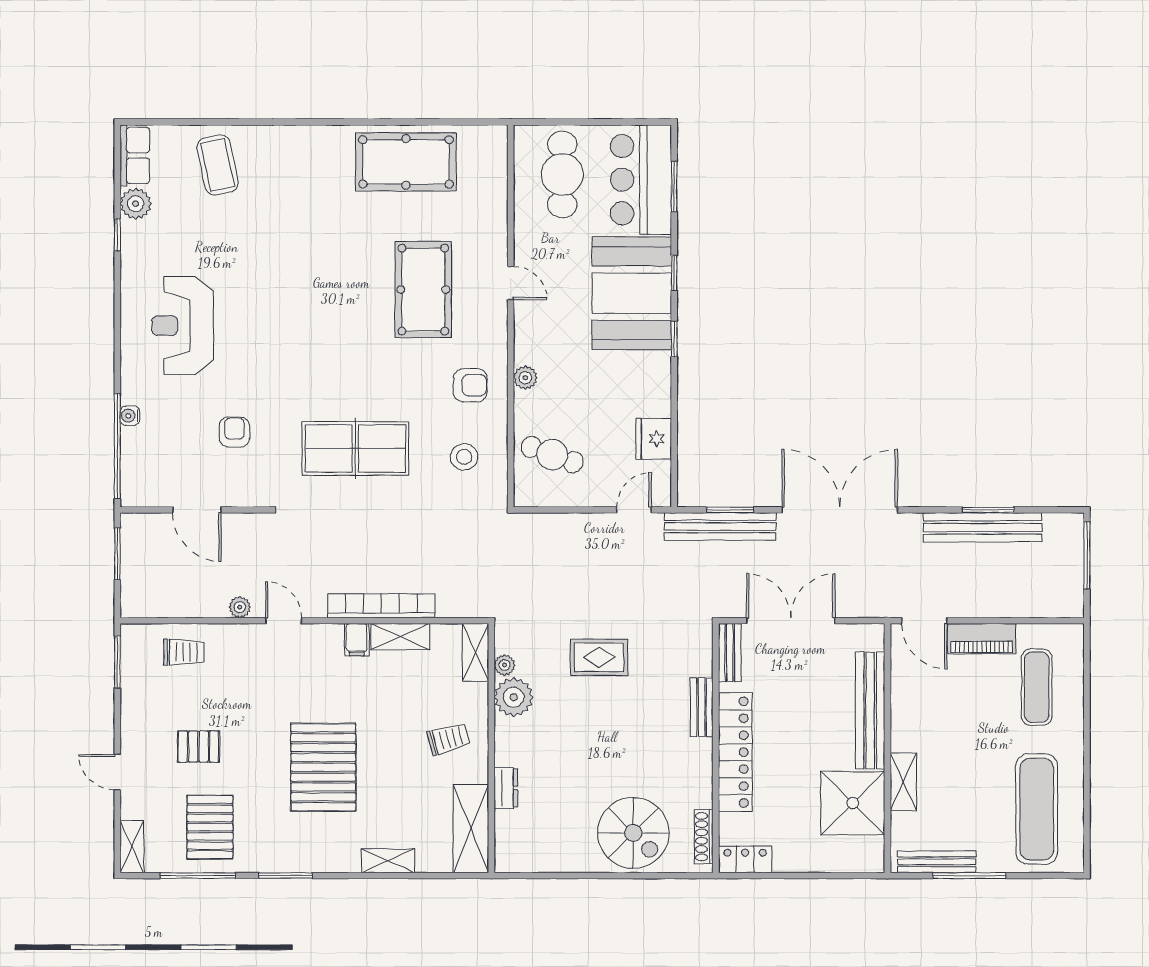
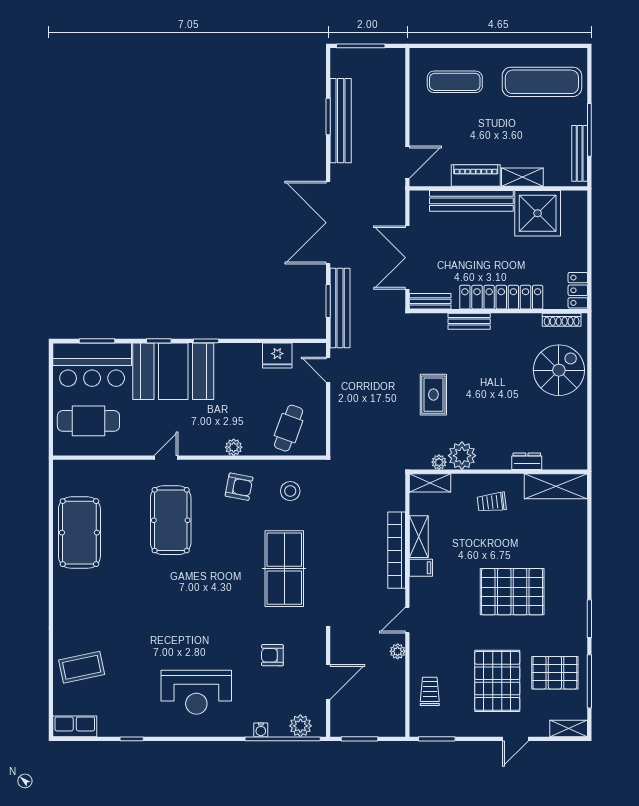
plant: (136, 204) -> (300, 726), moved
pool table: (423, 290) -> (171, 520), turned 90
armchair: (470, 385) -> (239, 487), turned 101
piano: (982, 639) -> (476, 176), moved, turned -90
trolley: (448, 739) -> (492, 502), turned -82
pallet: (198, 747) -> (497, 681), width x2.05, depth x2.00
shelving: (388, 861) -> (579, 545), removed

